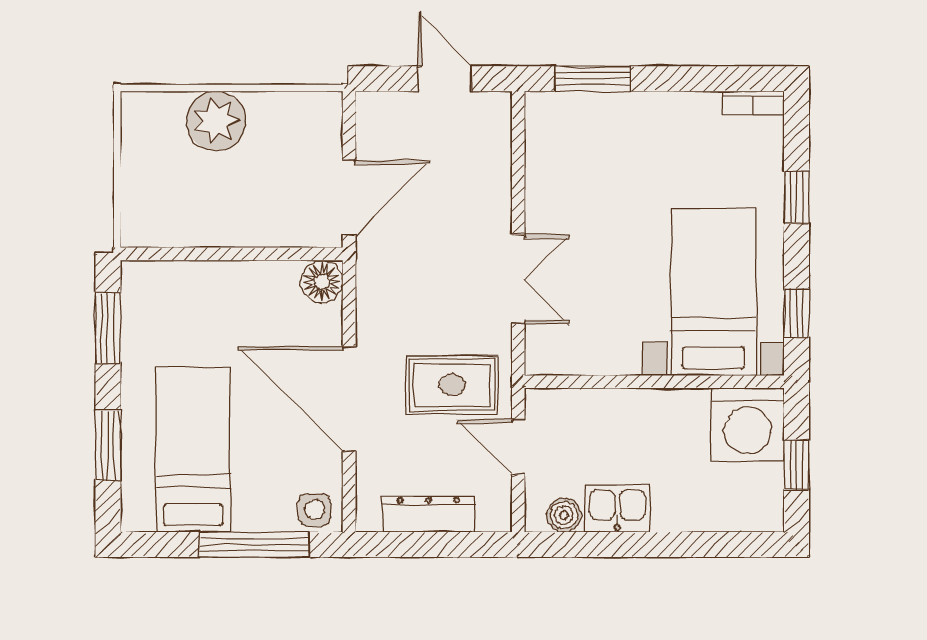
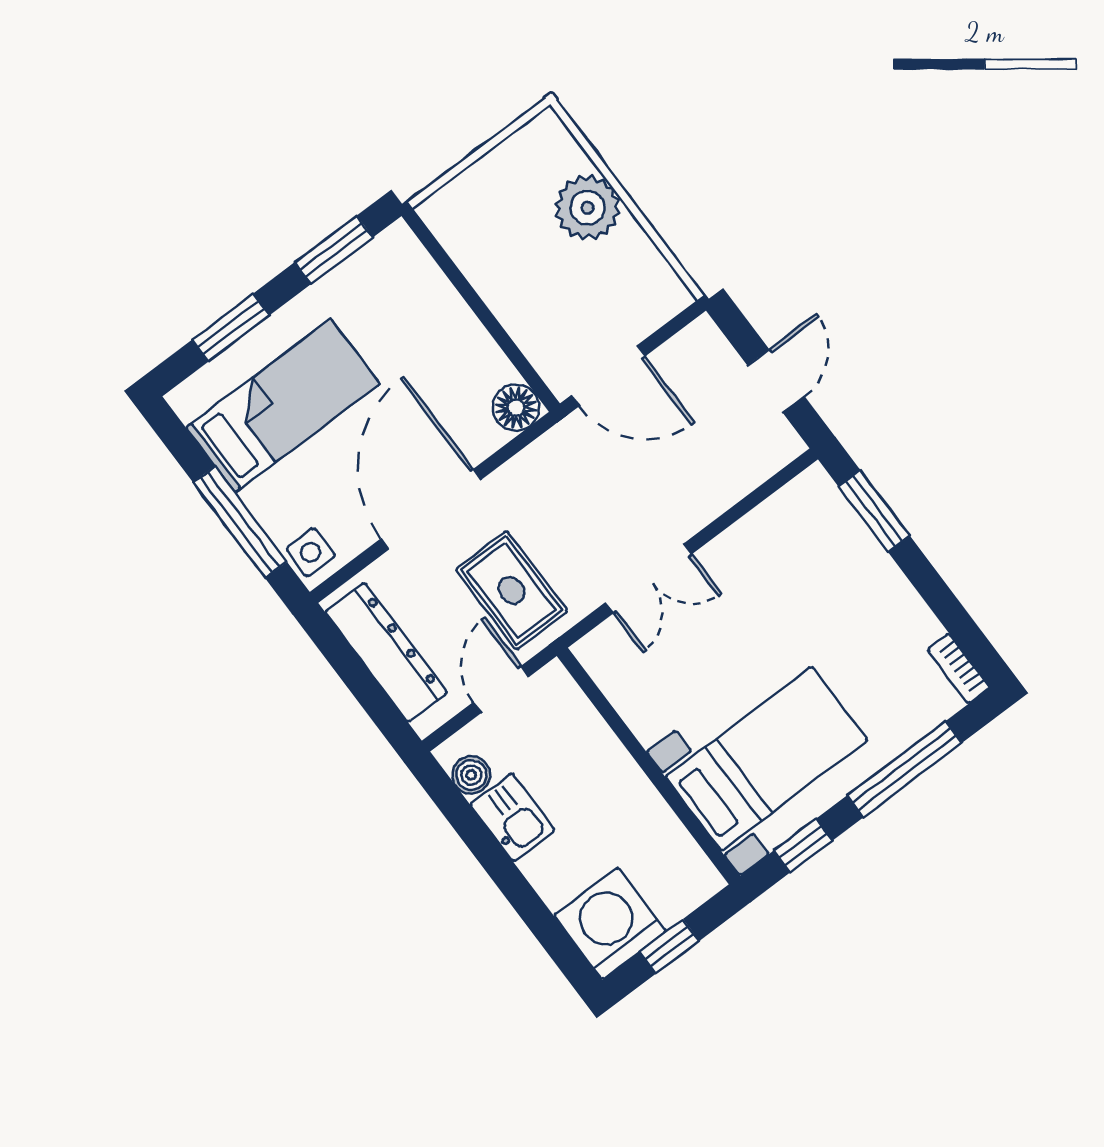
window: (797, 198) -> (905, 769), width x2.17
washing machine: (748, 425) -> (610, 924), moved, turned 90
dresser: (428, 514) -> (386, 652), width x1.37, depth x1.24

